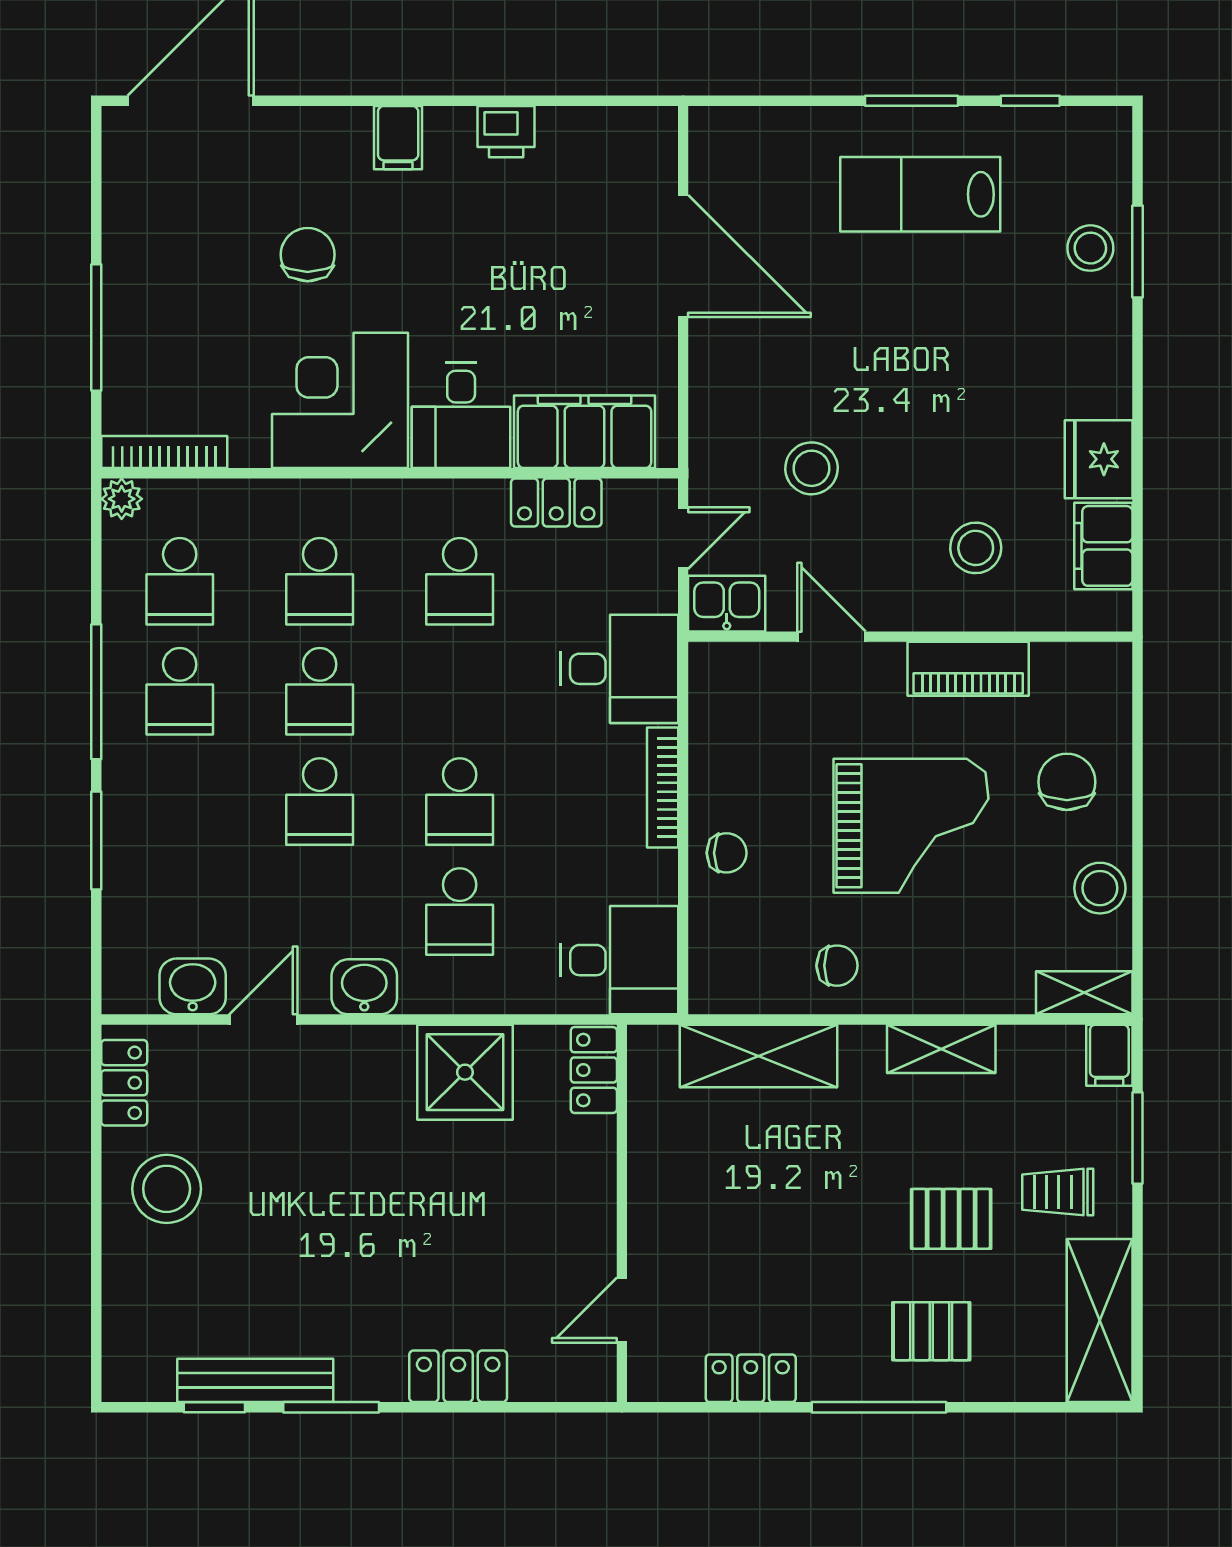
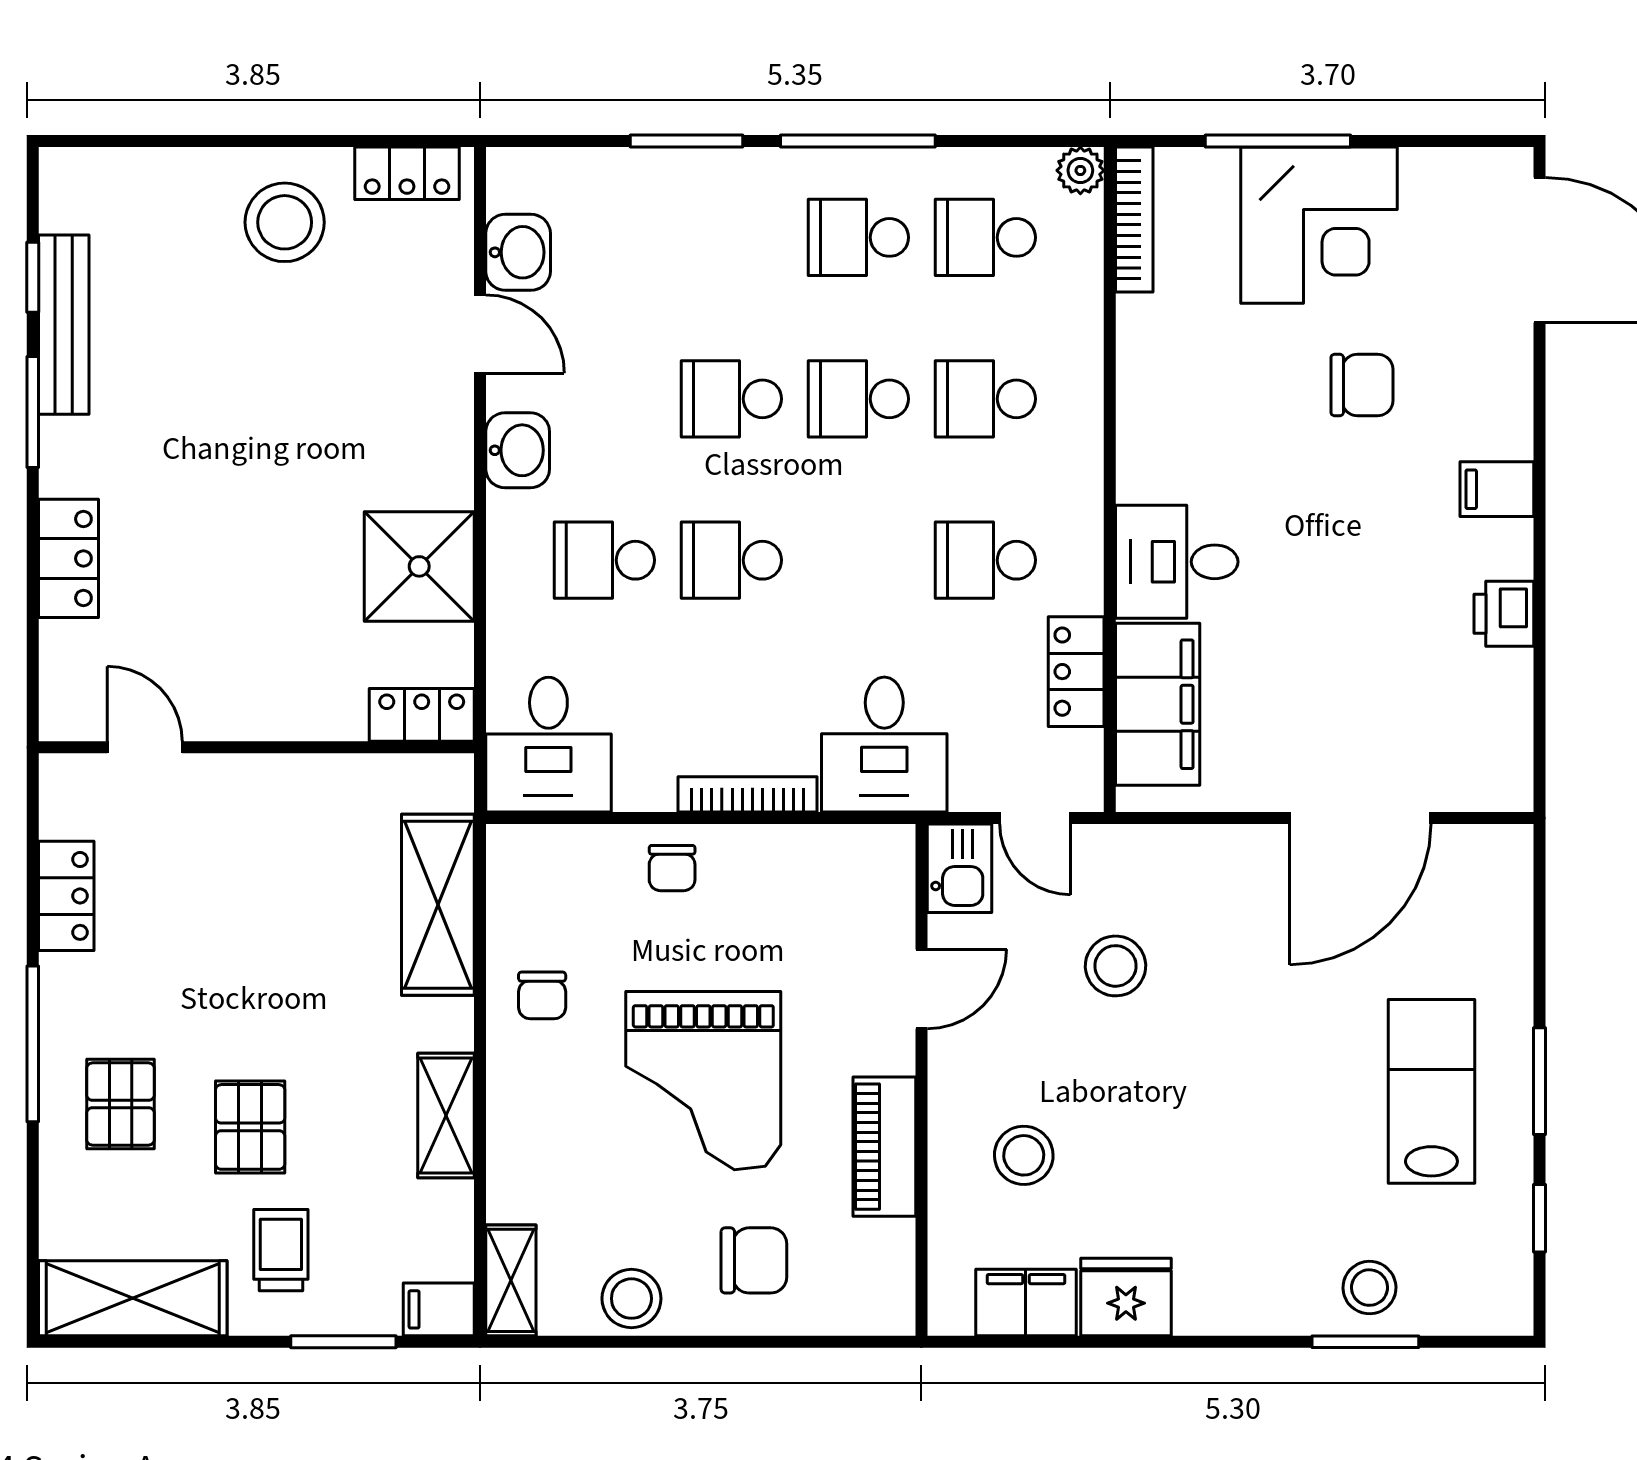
corner desk: (340, 400) -> (1319, 225), moved, turned 90

